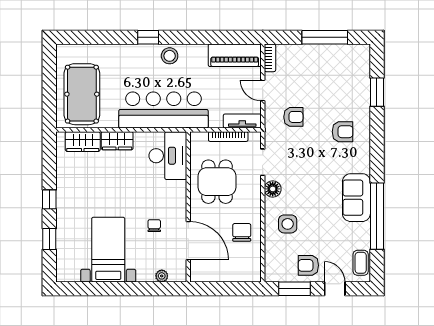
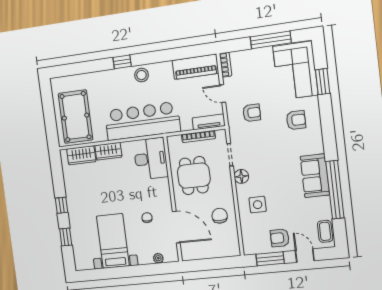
corner sofa: (348, 76) -> (295, 71), added

